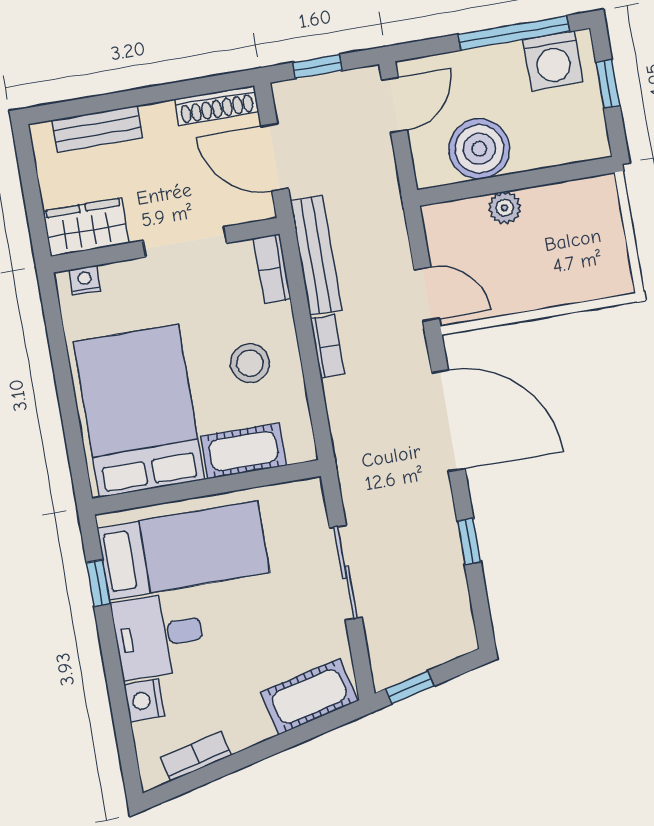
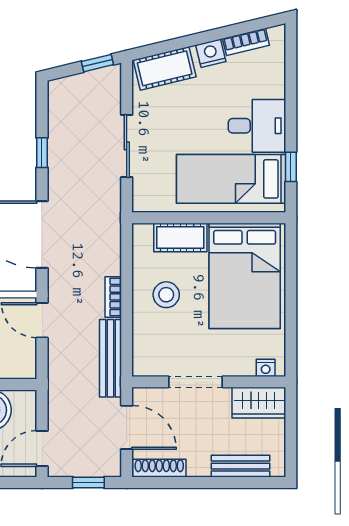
bookcase: (272, 269) -> (141, 354), removed
nightstand: (144, 700) -> (211, 53), moved, turned -104

